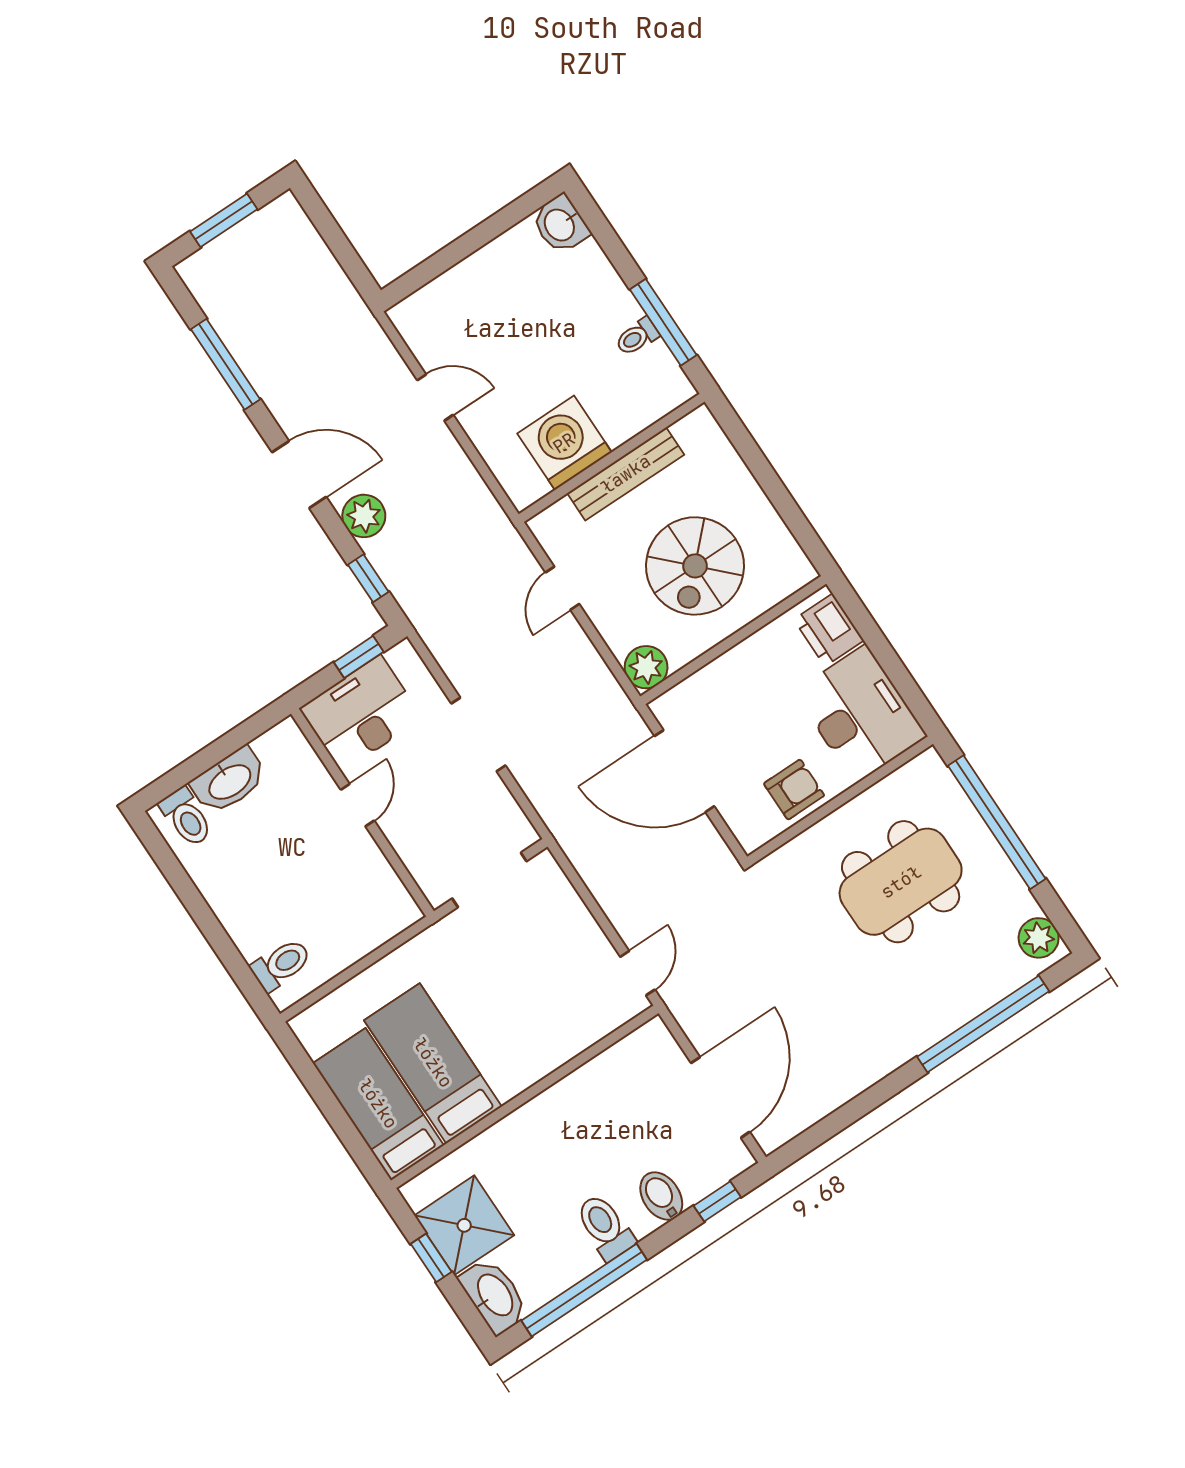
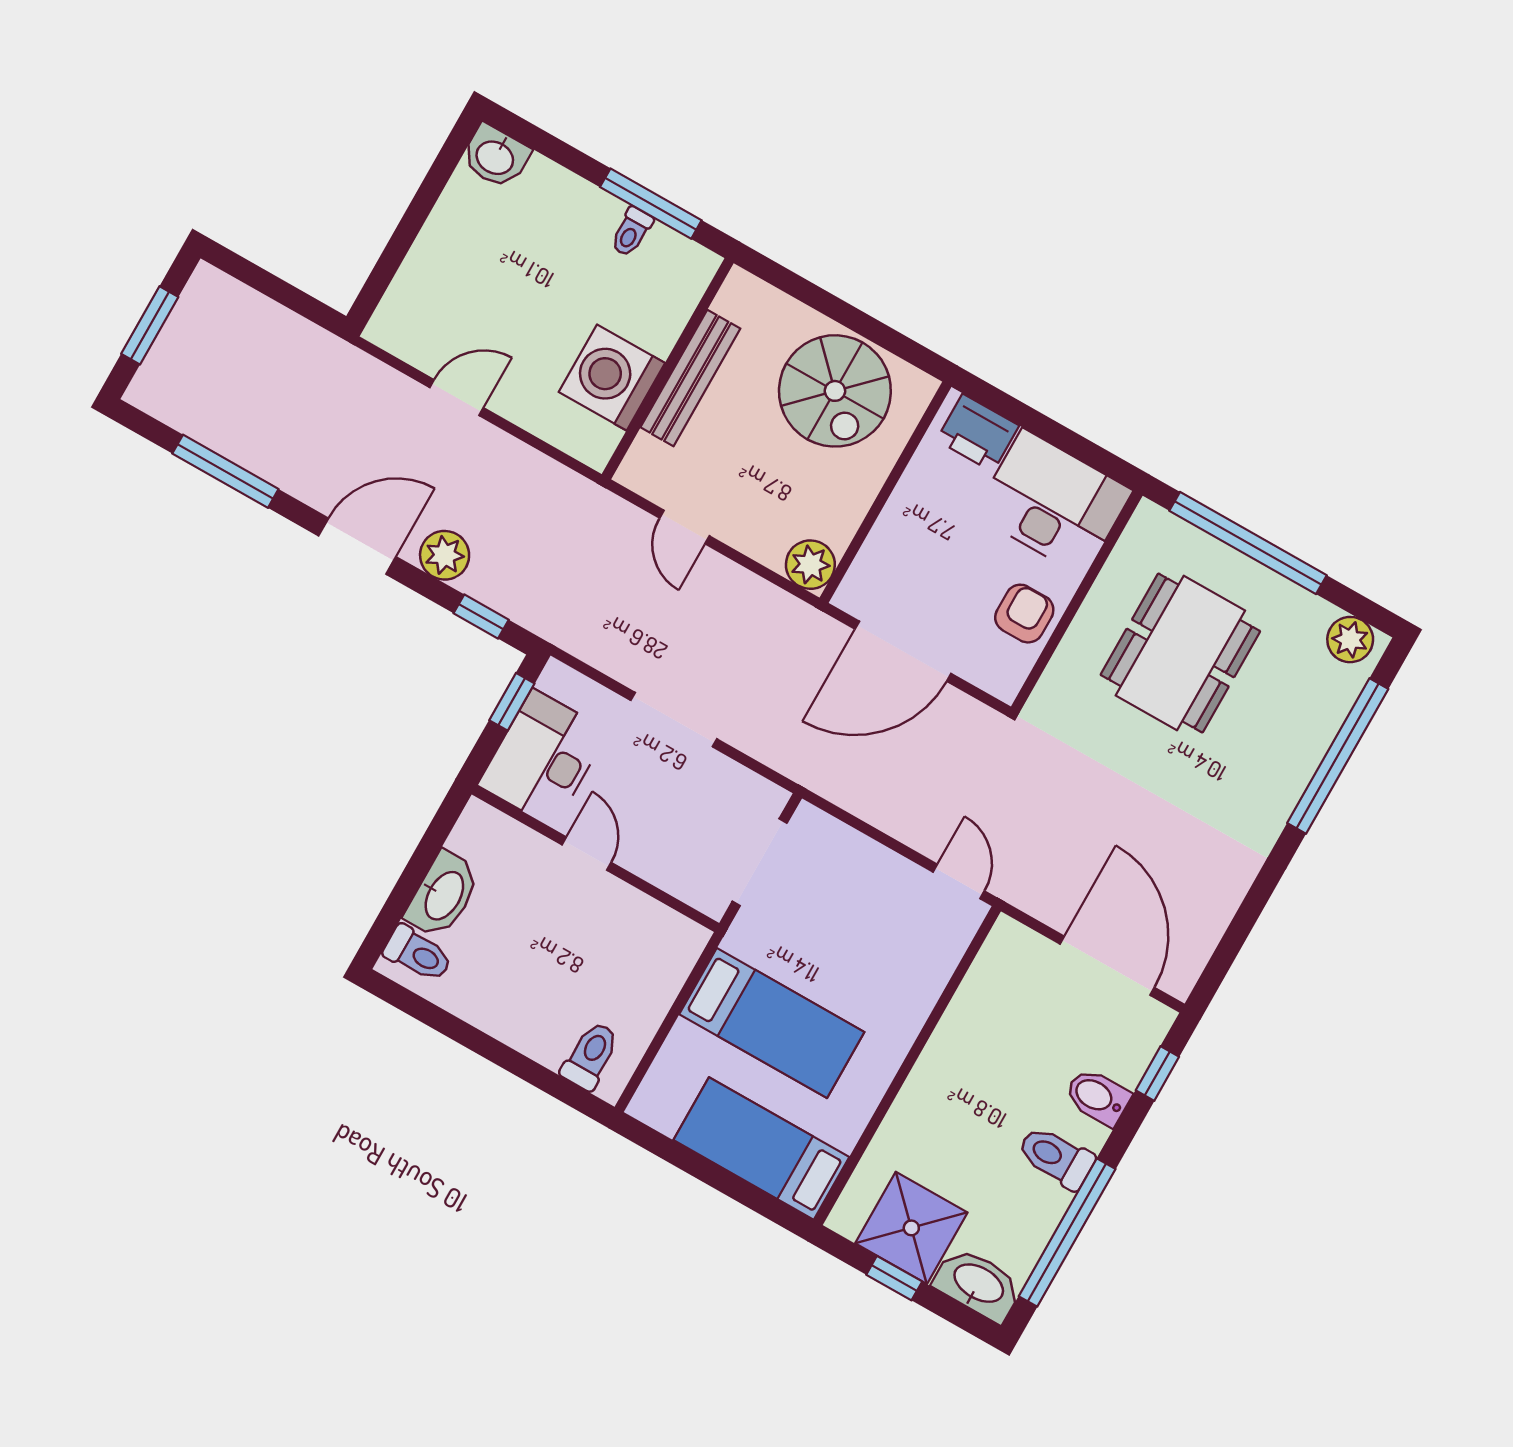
spiral stairs: (695, 566) -> (835, 391), moved
bed: (433, 1063) -> (772, 1023), moved, turned 180

